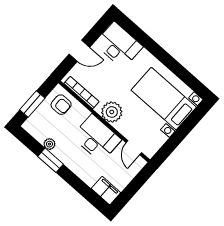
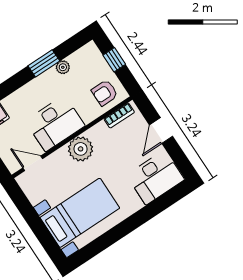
bookcase: (82, 92) -> (119, 115), width x0.64
window: (32, 104) -> (114, 60), width x0.67

